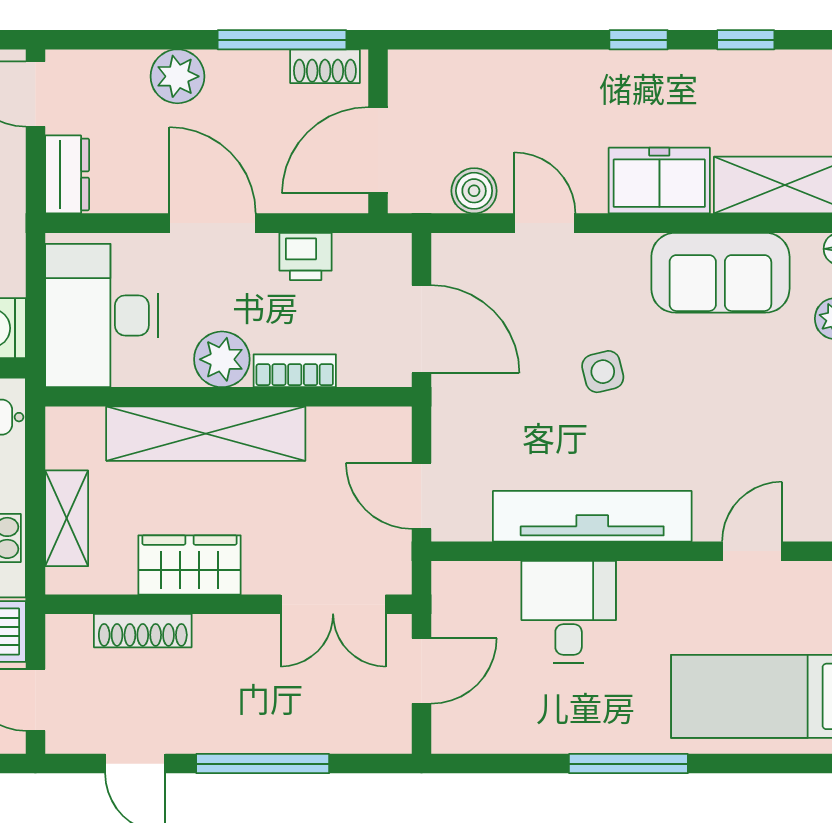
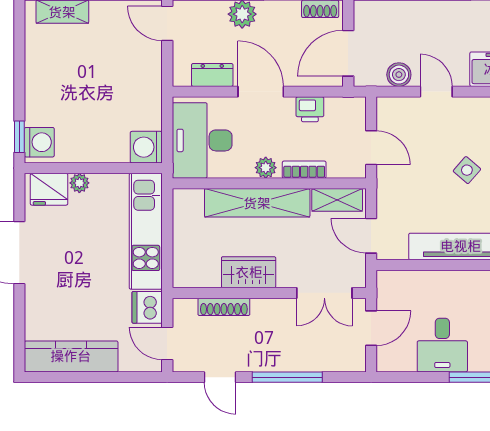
dresser: (67, 174) -> (212, 75), moved, turned -90
door: (421, 329) -> (371, 148), width x0.73
plant: (222, 359) -> (266, 168), width x0.73, depth x0.73
side table: (603, 372) -> (467, 170), turned -35
shelving: (67, 518) -> (337, 200), moved, turned 90
desk: (569, 612) -> (442, 345), moved, turned 180

